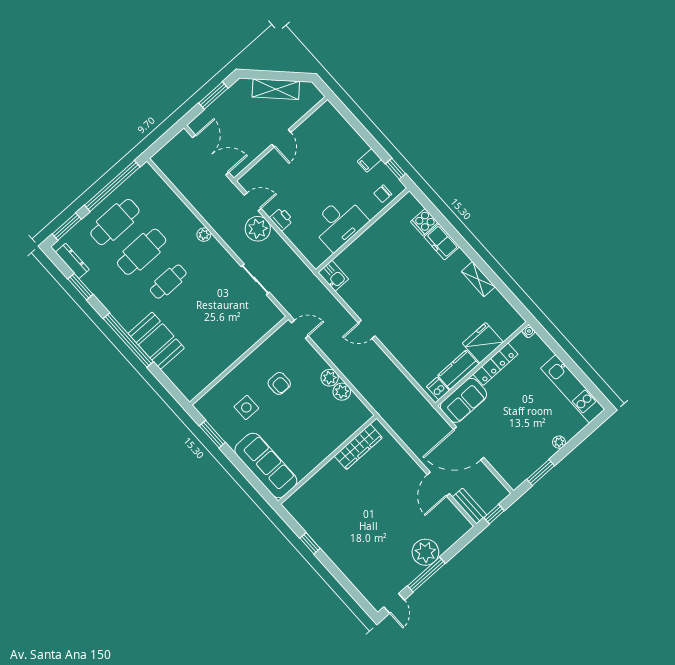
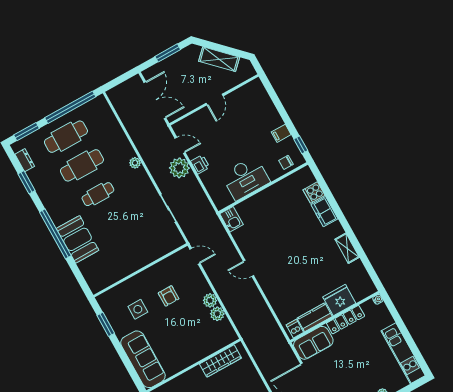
dresser: (72, 261) -> (25, 160), width x0.70

